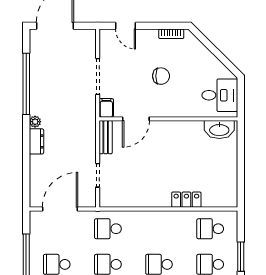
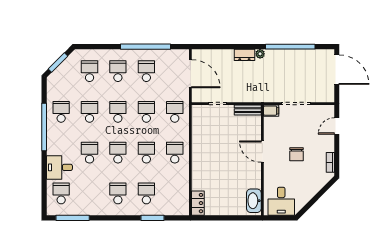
door: (136, 119) -> (262, 152), moved
locker: (186, 200) -> (198, 203), moved
school desk: (210, 229) -> (175, 153), moved

